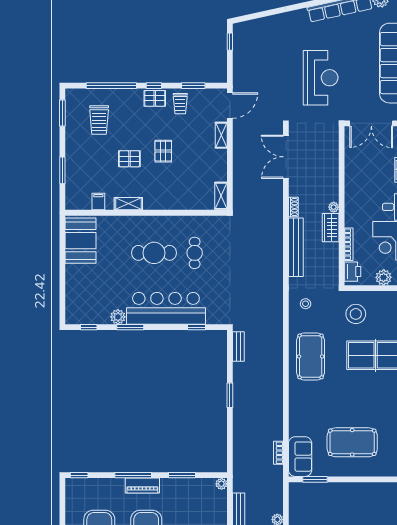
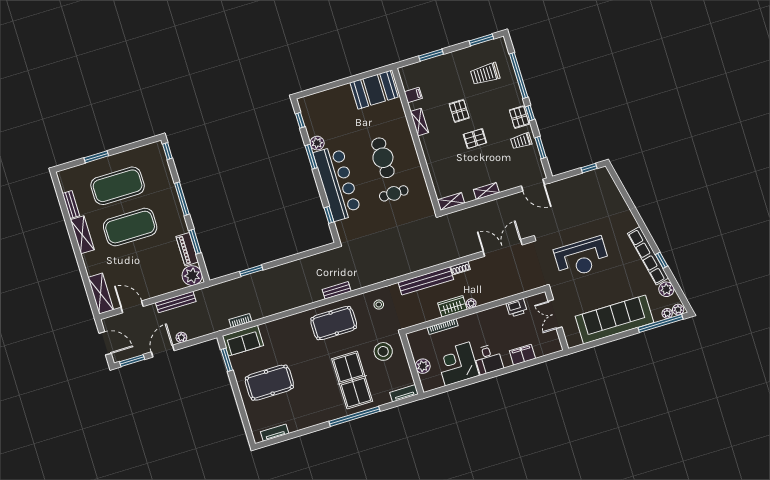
double door: (371, 123) -> (555, 314), width x0.73
shelving: (221, 135) -> (486, 191), moved
printer: (353, 272) -> (517, 308), moved
bench: (238, 346) -> (337, 290), moved
window: (230, 395) -> (251, 271), moved
pool table: (352, 442) -> (269, 383), turned 90
plant: (221, 484) -> (192, 276), width x1.88, depth x1.88
piano: (142, 486) -> (187, 249), moved

